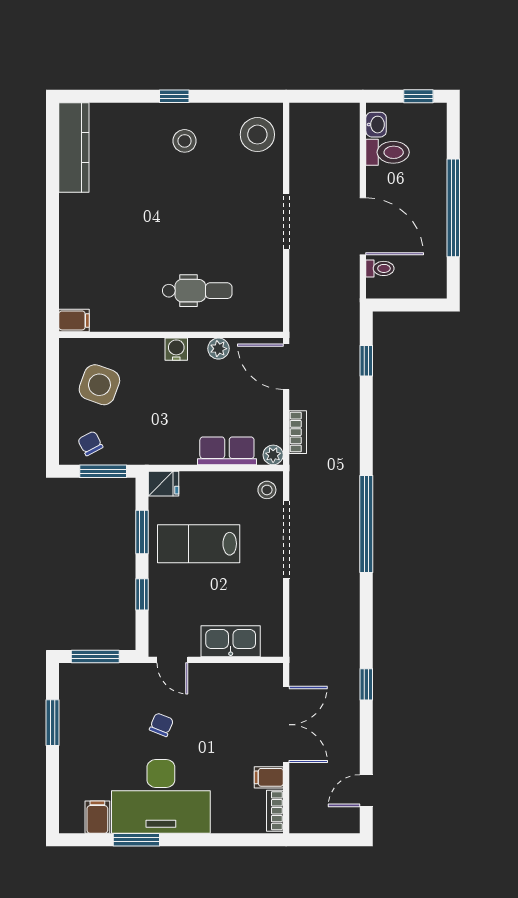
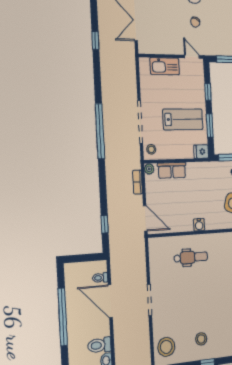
dental chair: (197, 291) -> (191, 257), turned 180
plant: (218, 349) -> (179, 226), removed

